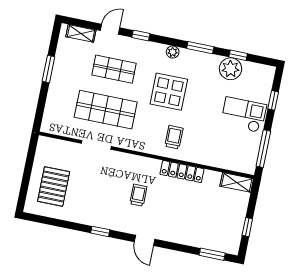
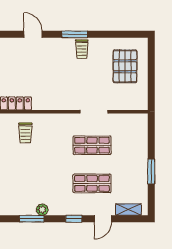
window: (200, 48) -> (32, 219), moved
display table: (169, 92) -> (38, 173), removed
shop shelf: (106, 110) -> (92, 145), width x0.70, depth x0.74
trolley: (138, 195) -> (82, 49), moved
window: (100, 231) -> (75, 34), width x1.50

